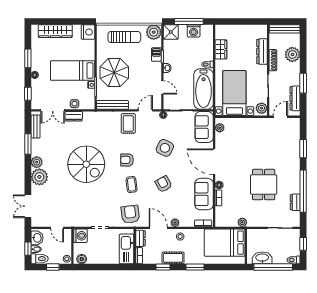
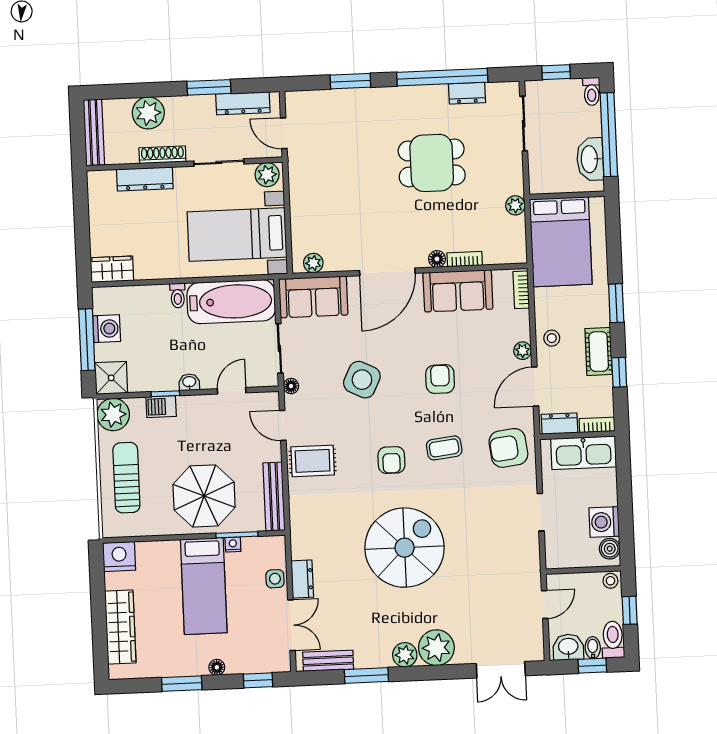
wardrobe: (221, 49) -> (112, 269), moved
armchair: (164, 184) -> (440, 379), turned 119
washing machine: (80, 236) -> (604, 522), moved, turned -90

